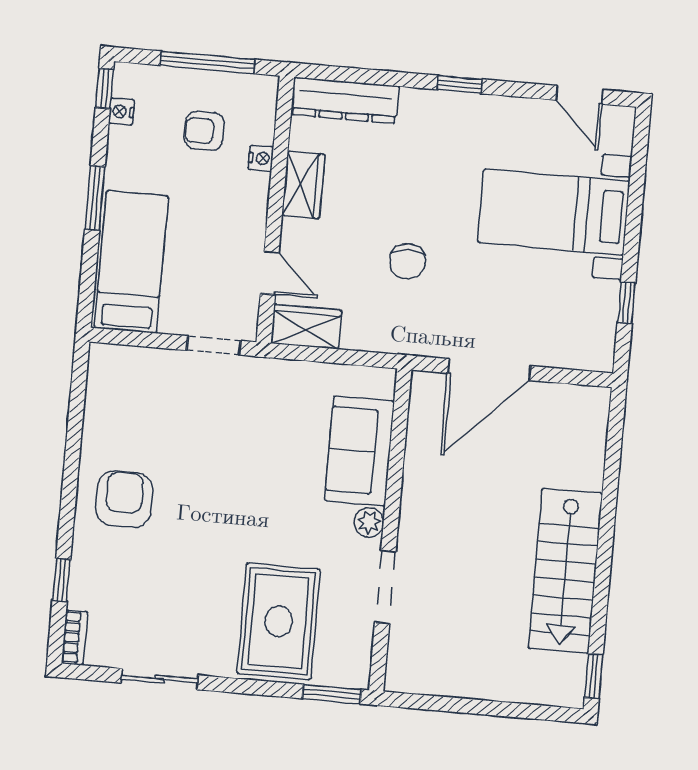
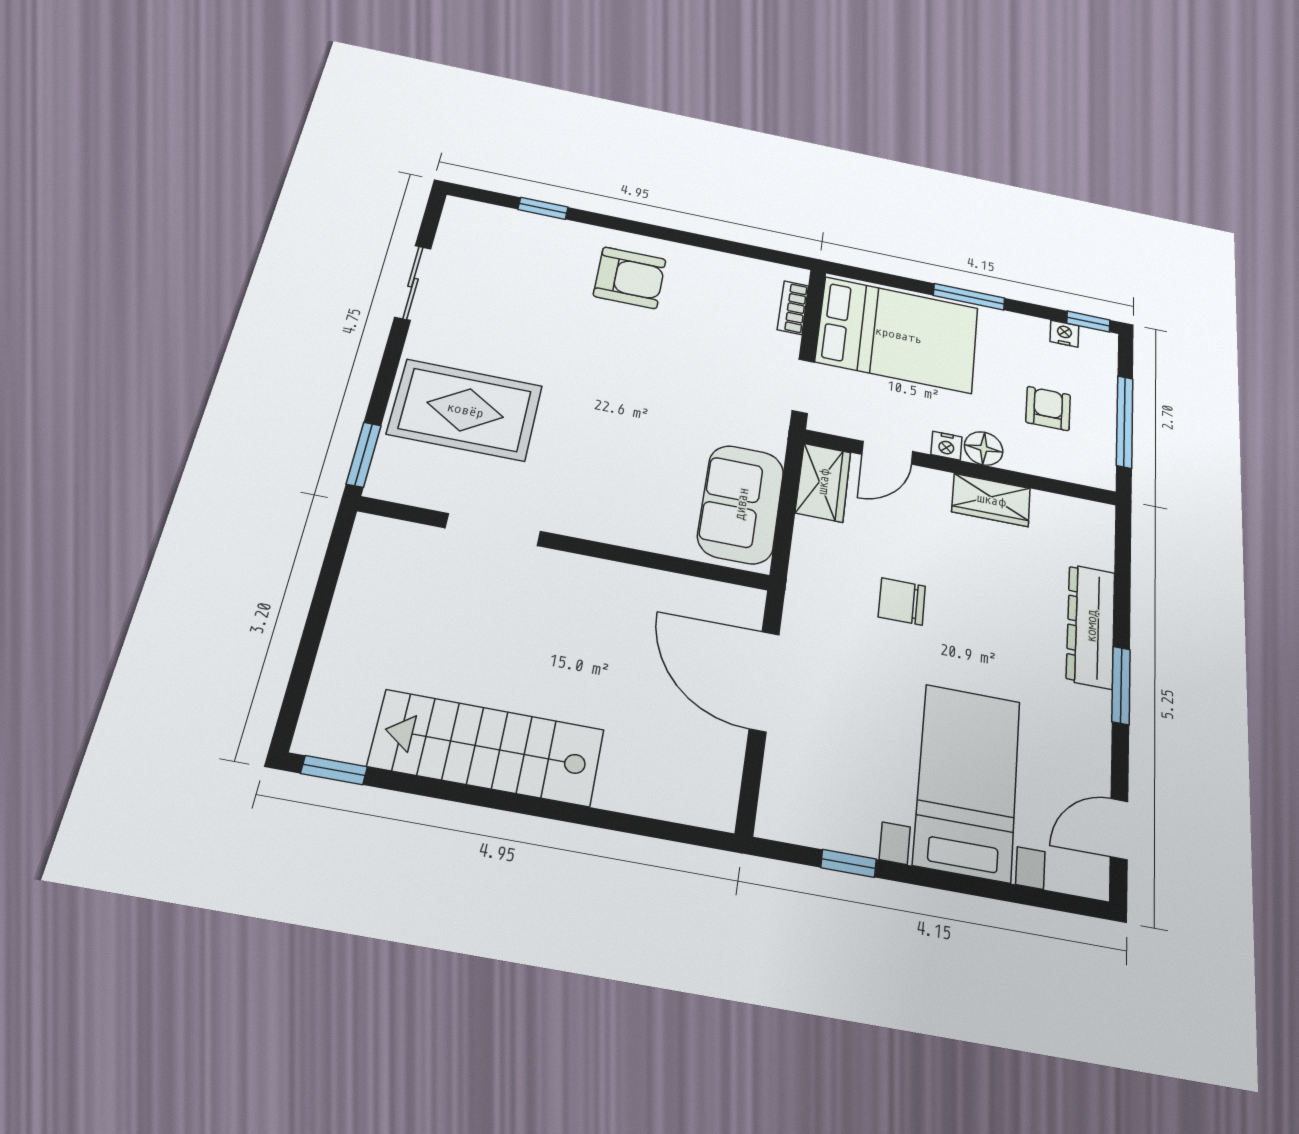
window: (460, 84) -> (1121, 685), width x1.50
dresser: (345, 100) -> (1091, 626), moved
nightstand: (261, 158) -> (946, 446), moved
floor lamp: (253, 190) -> (984, 448), added
bed: (131, 262) -> (898, 335), width x1.50
sofa: (360, 451) -> (741, 504), moved, turned -90
plant: (369, 522) -> (578, 521), removed
bookcase: (74, 637) -> (793, 308), moved, turned 90

